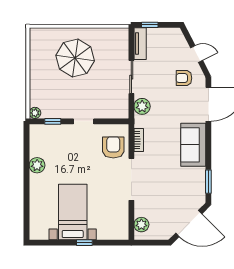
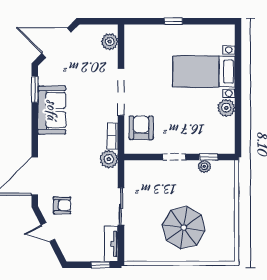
plant: (142, 106) -> (109, 159), moved
plant: (35, 113) -> (204, 166), moved
sofa: (193, 145) -> (52, 110), moved
armchair: (113, 147) -> (141, 128), turned 180
bed with nightstands: (73, 212) -> (204, 72), moved, turned 90

